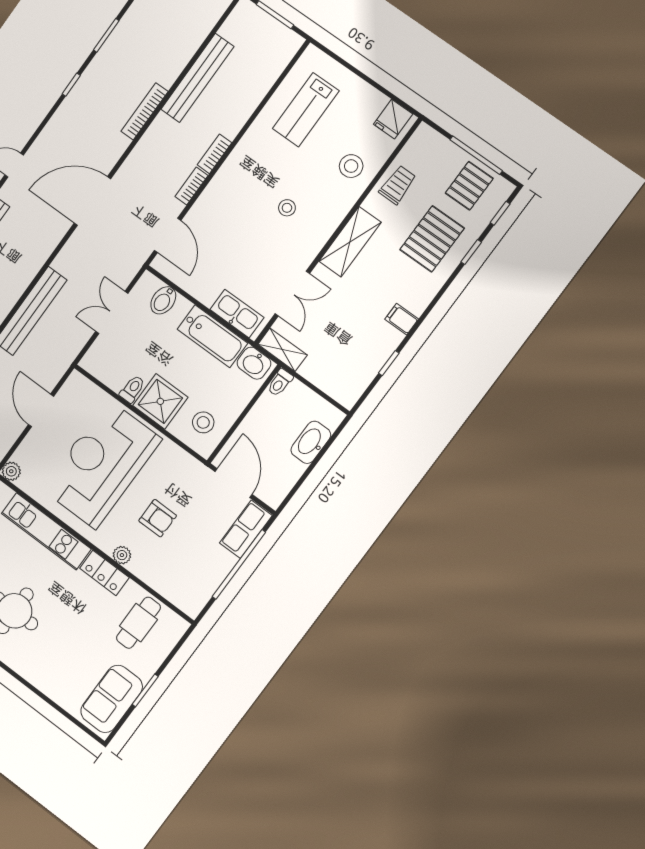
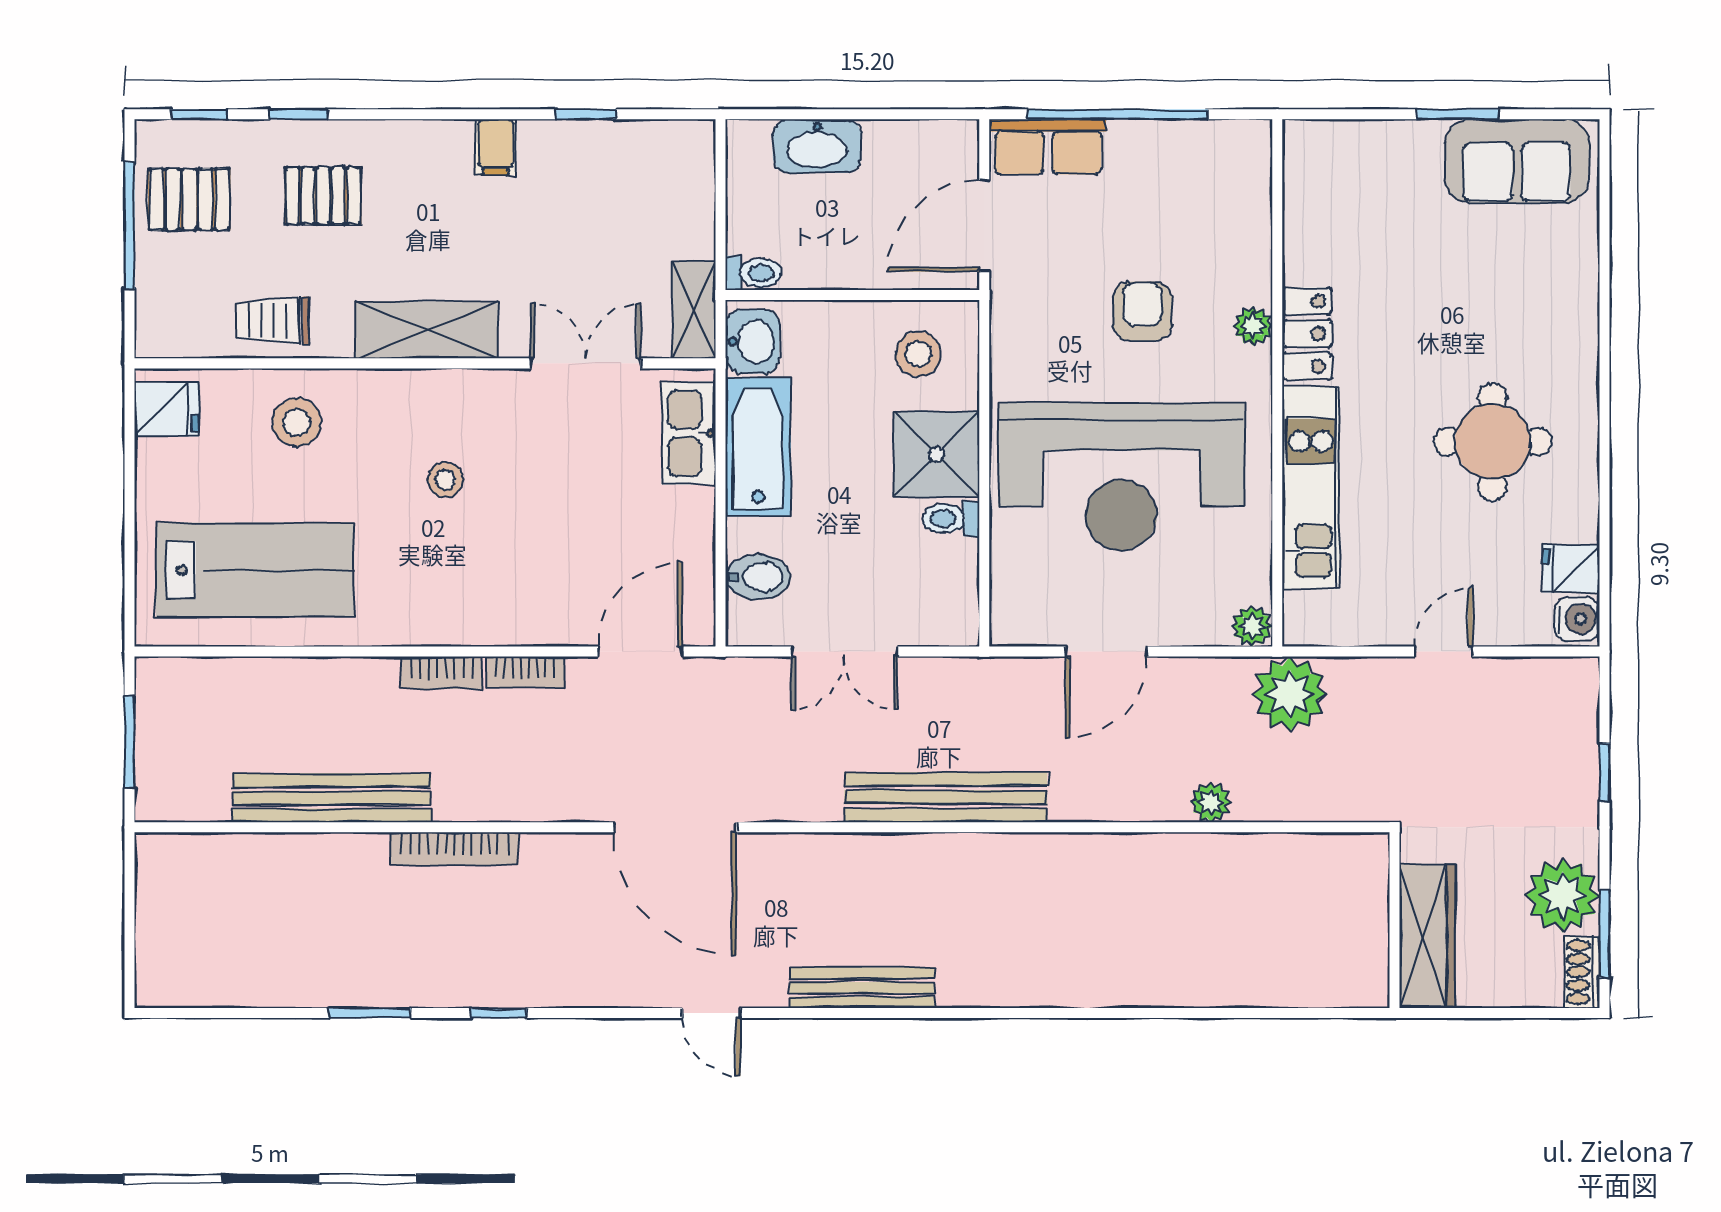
lab bench: (306, 110) -> (255, 570), width x1.36, depth x1.39
pallet: (432, 239) -> (323, 196), width x0.67, depth x0.71
cafe table: (138, 623) -> (1349, 212), removed

